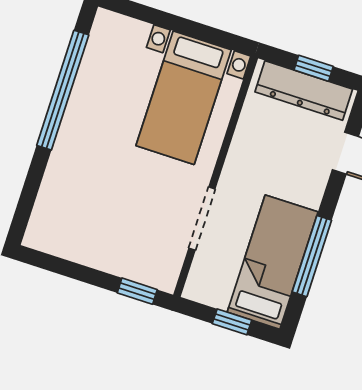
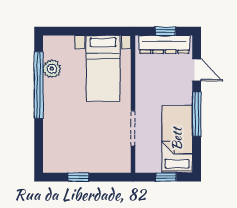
plant: (95, 69) -> (52, 69), added
window: (312, 256) -> (197, 114), moved
window: (137, 291) -> (78, 177), moved

